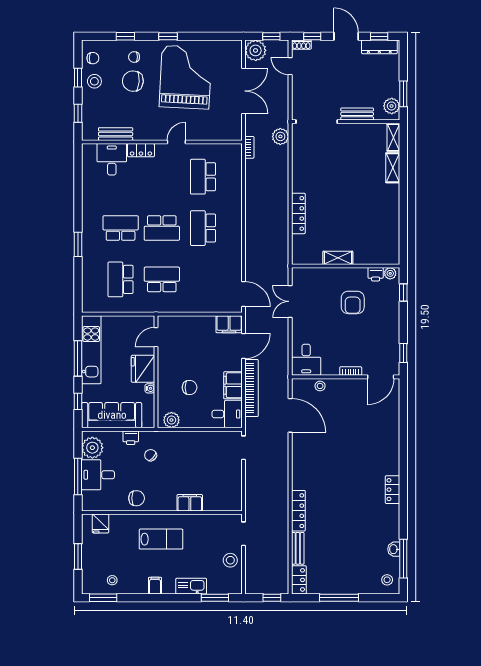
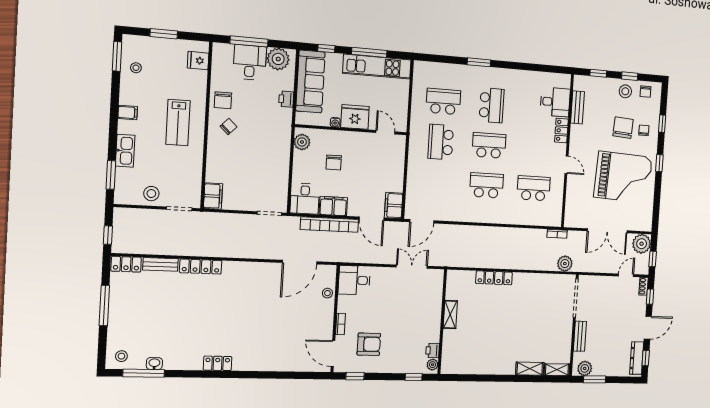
school desk: (162, 228) -> (489, 145), turned 90
school desk: (162, 279) -> (441, 142), turned 180
armchair: (353, 302) -> (369, 344), moved, turned 180
chair: (151, 455) -> (228, 127), moved
filing cabinet: (190, 503) -> (213, 196), moved

